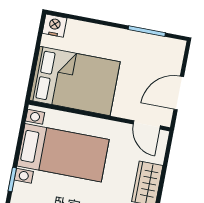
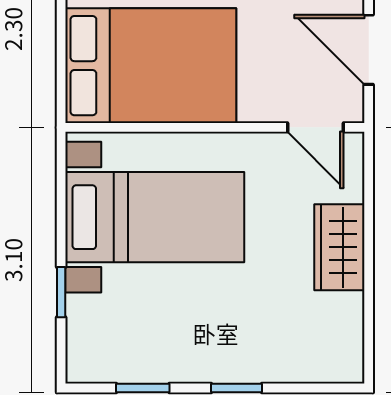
door: (179, 93) -> (369, 50), hinge flipped

